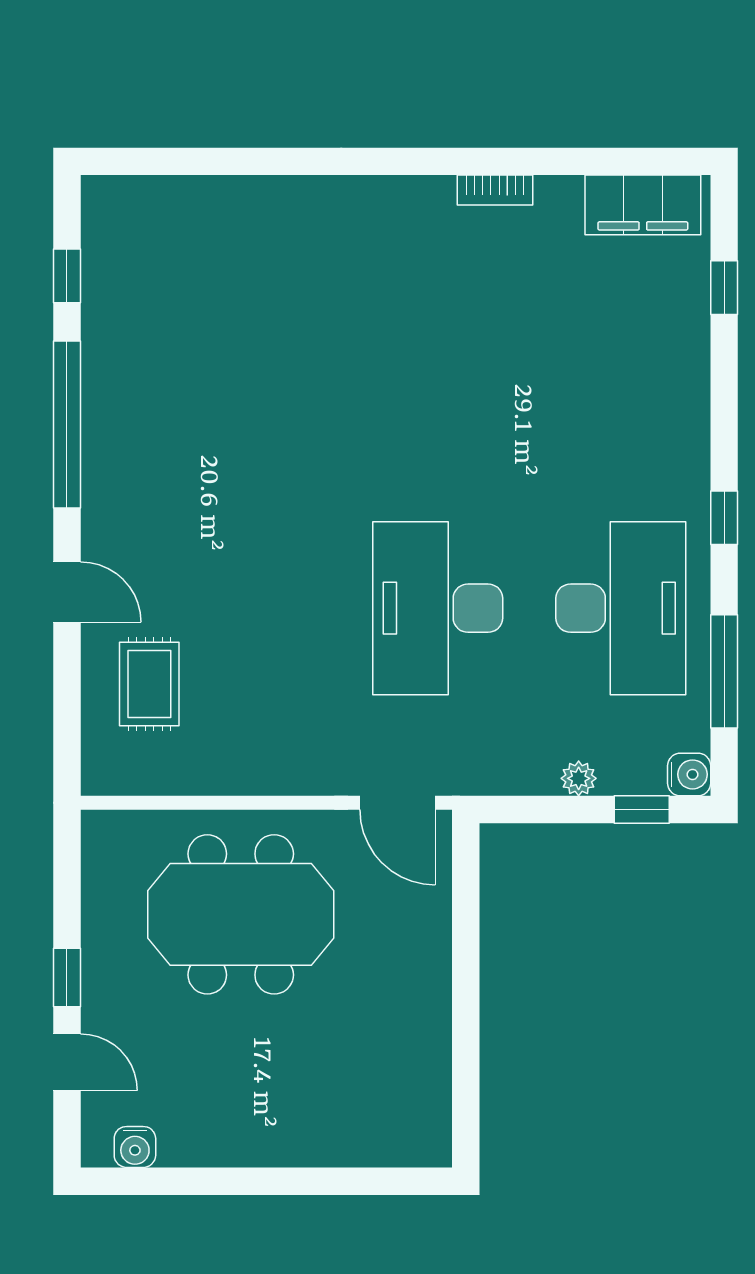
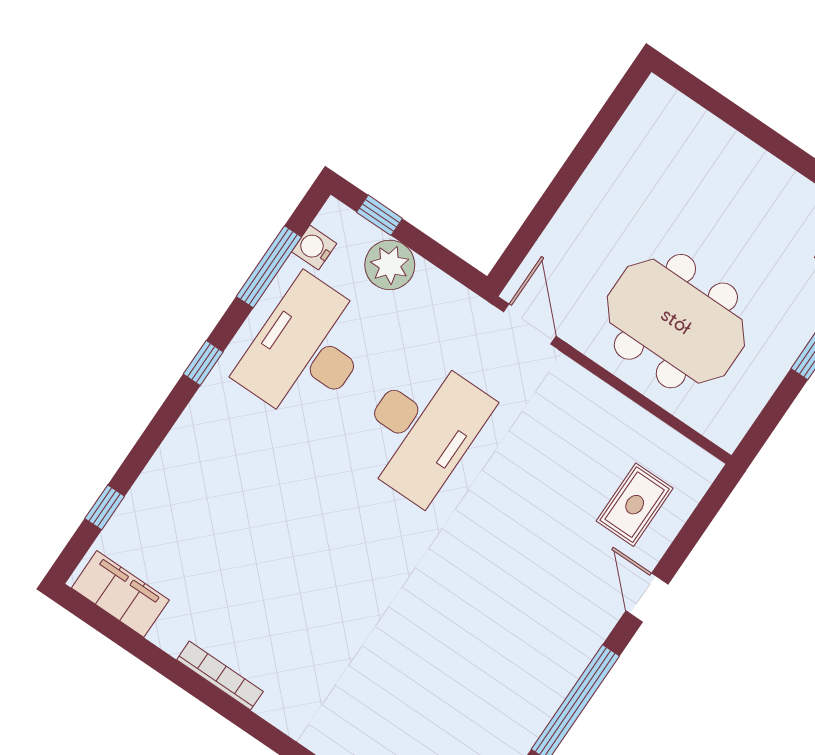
bookcase: (495, 190) -> (220, 676), width x1.56
water cooler: (689, 774) -> (314, 248), moved
plant: (579, 778) -> (390, 265), width x1.88, depth x1.88

